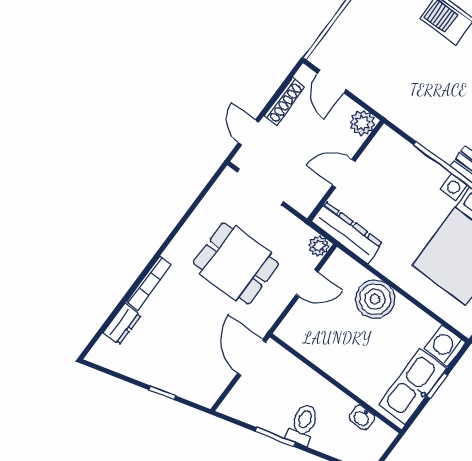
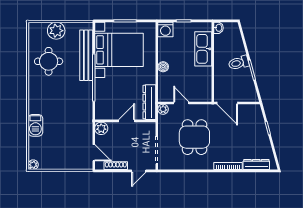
door: (332, 81) -> (94, 153), hinge flipped
door: (344, 173) -> (127, 121), swing flipped
boiler: (375, 299) -> (163, 67), width x0.54, depth x0.54
dresser: (122, 324) -> (256, 164), width x1.44
door: (252, 357) -> (227, 103), hinge flipped
kitchen sink: (413, 386) -> (203, 49), moved, turned 90
washbasin: (362, 417) -> (219, 28), moved

